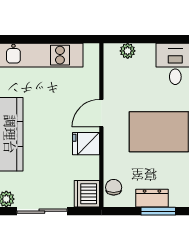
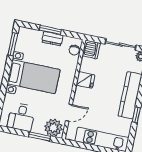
window: (140, 39) -> (40, 136), added
plant: (128, 51) -> (53, 128), width x1.88, depth x1.88
door: (101, 113) -> (69, 113), moved

